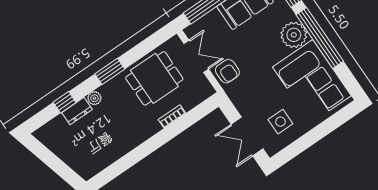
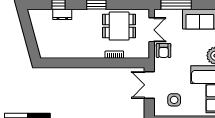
plant: (94, 98) -> (77, 14), removed
double door: (247, 136) -> (149, 85), moved

